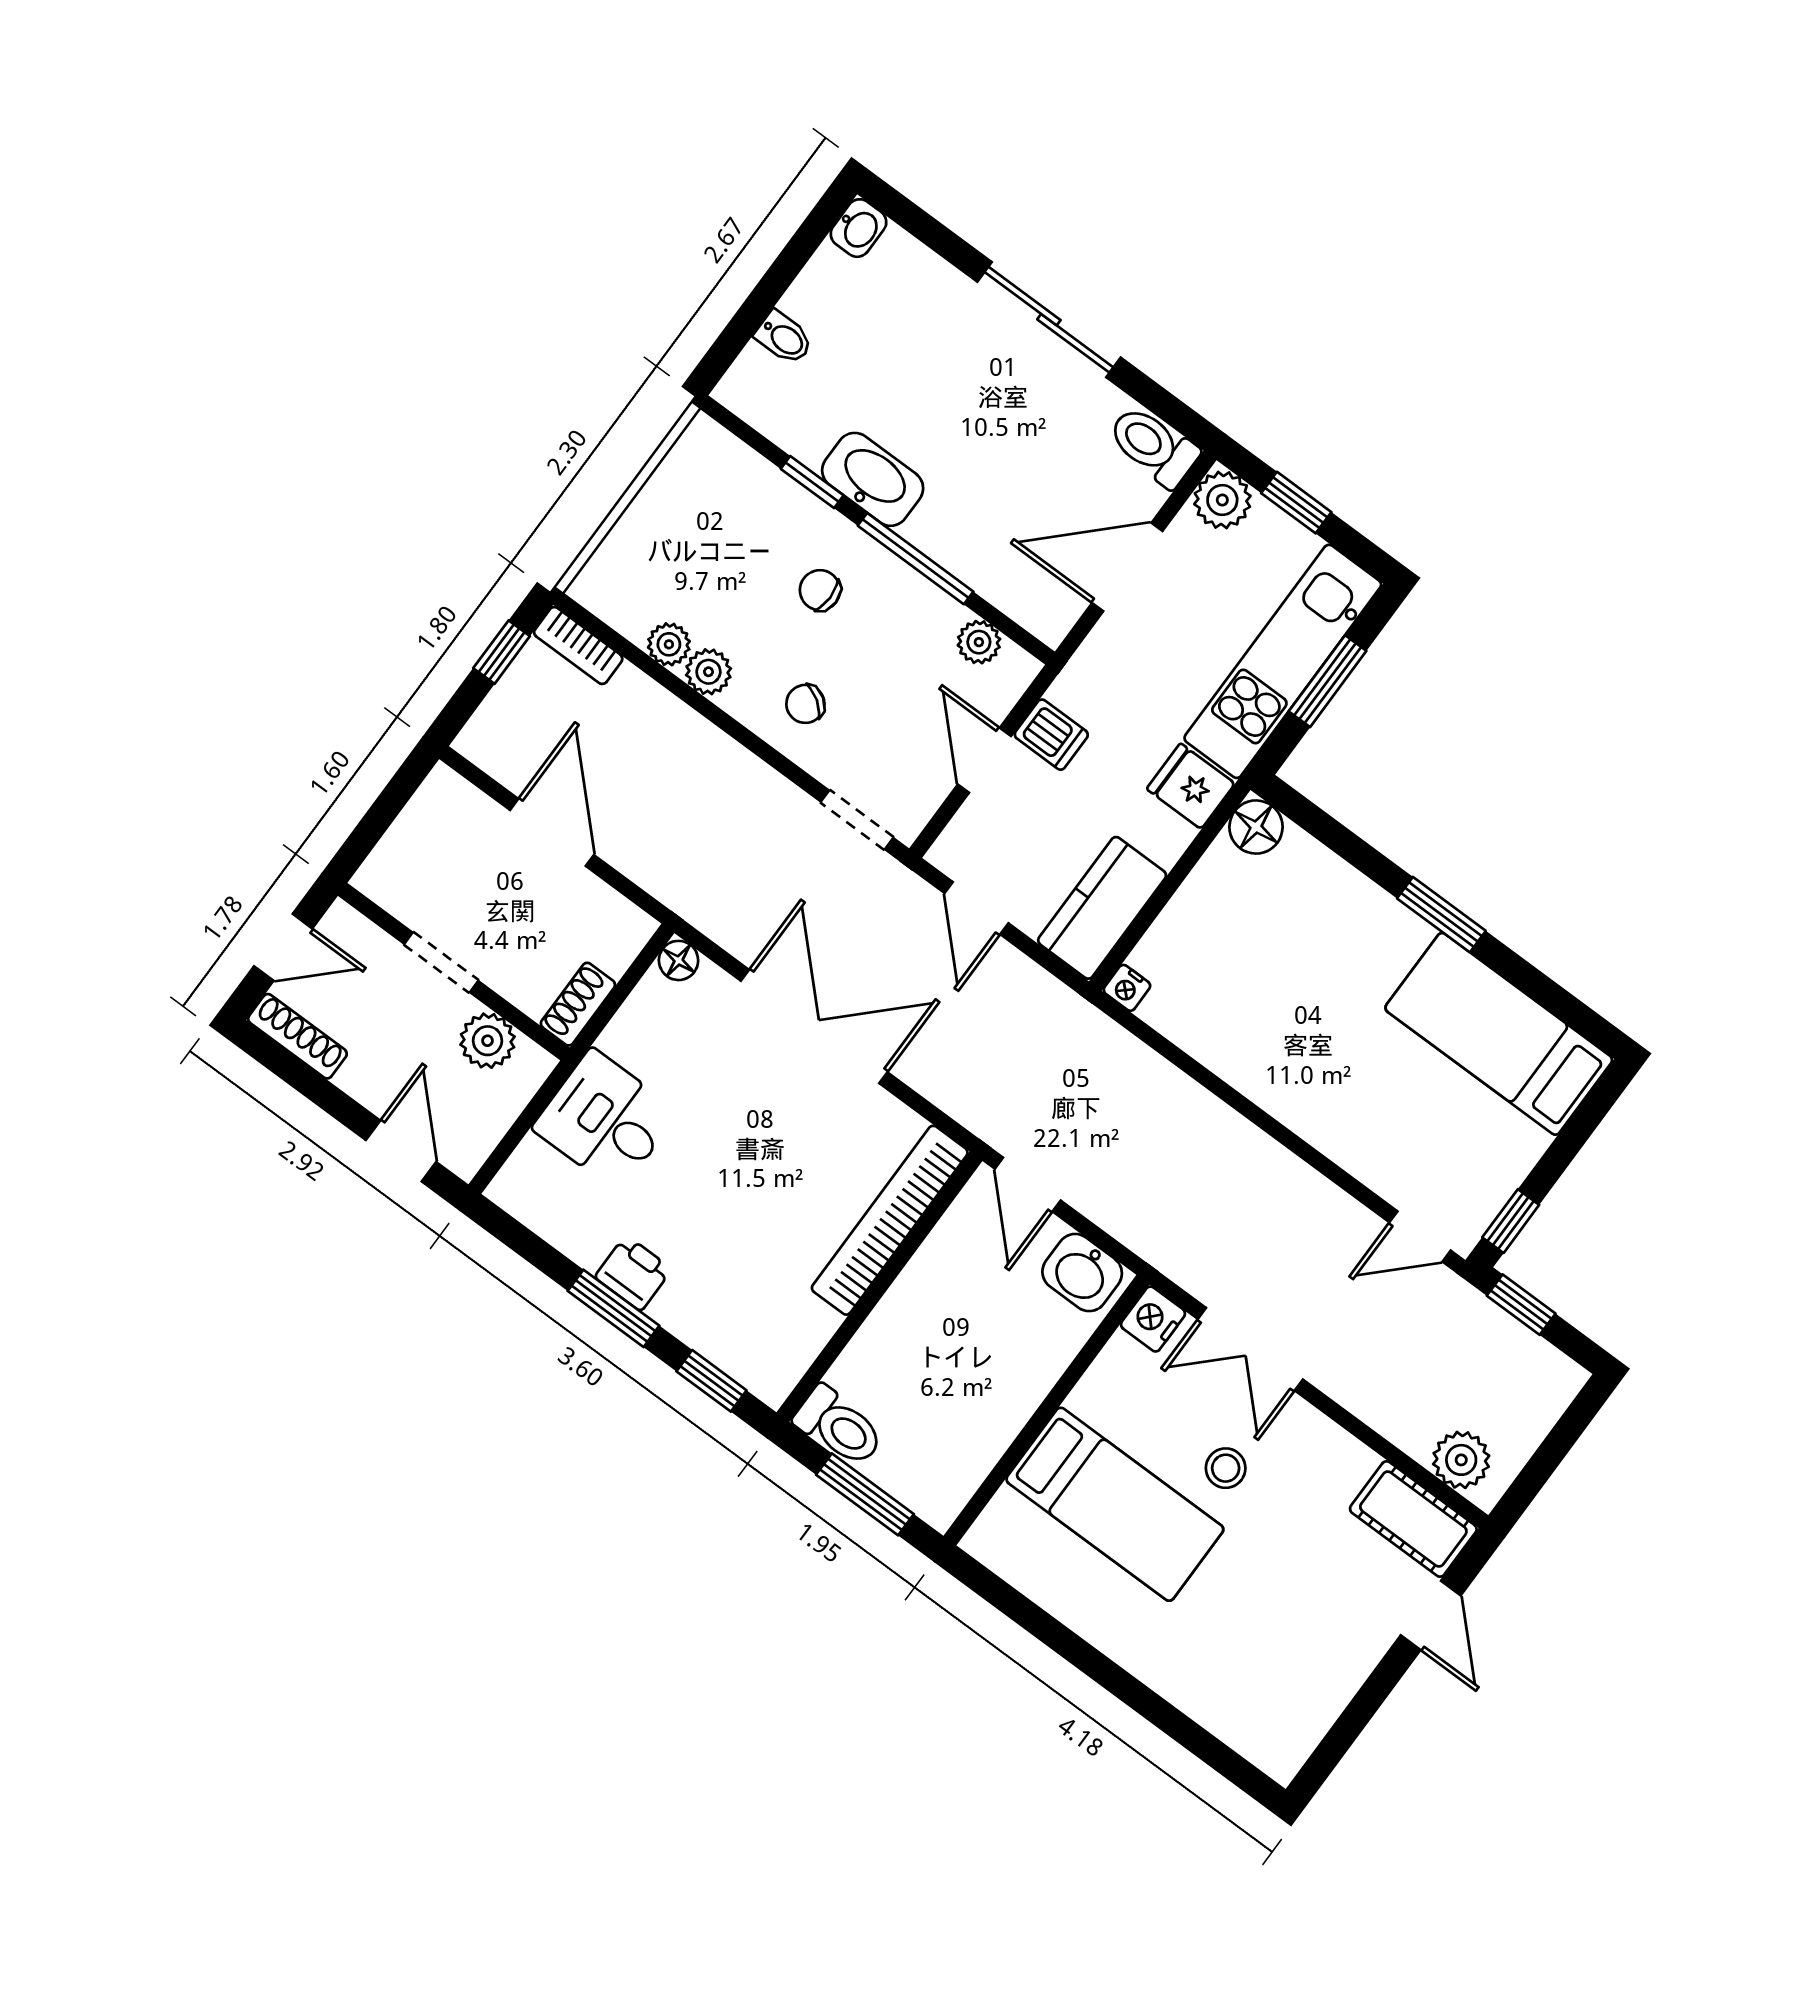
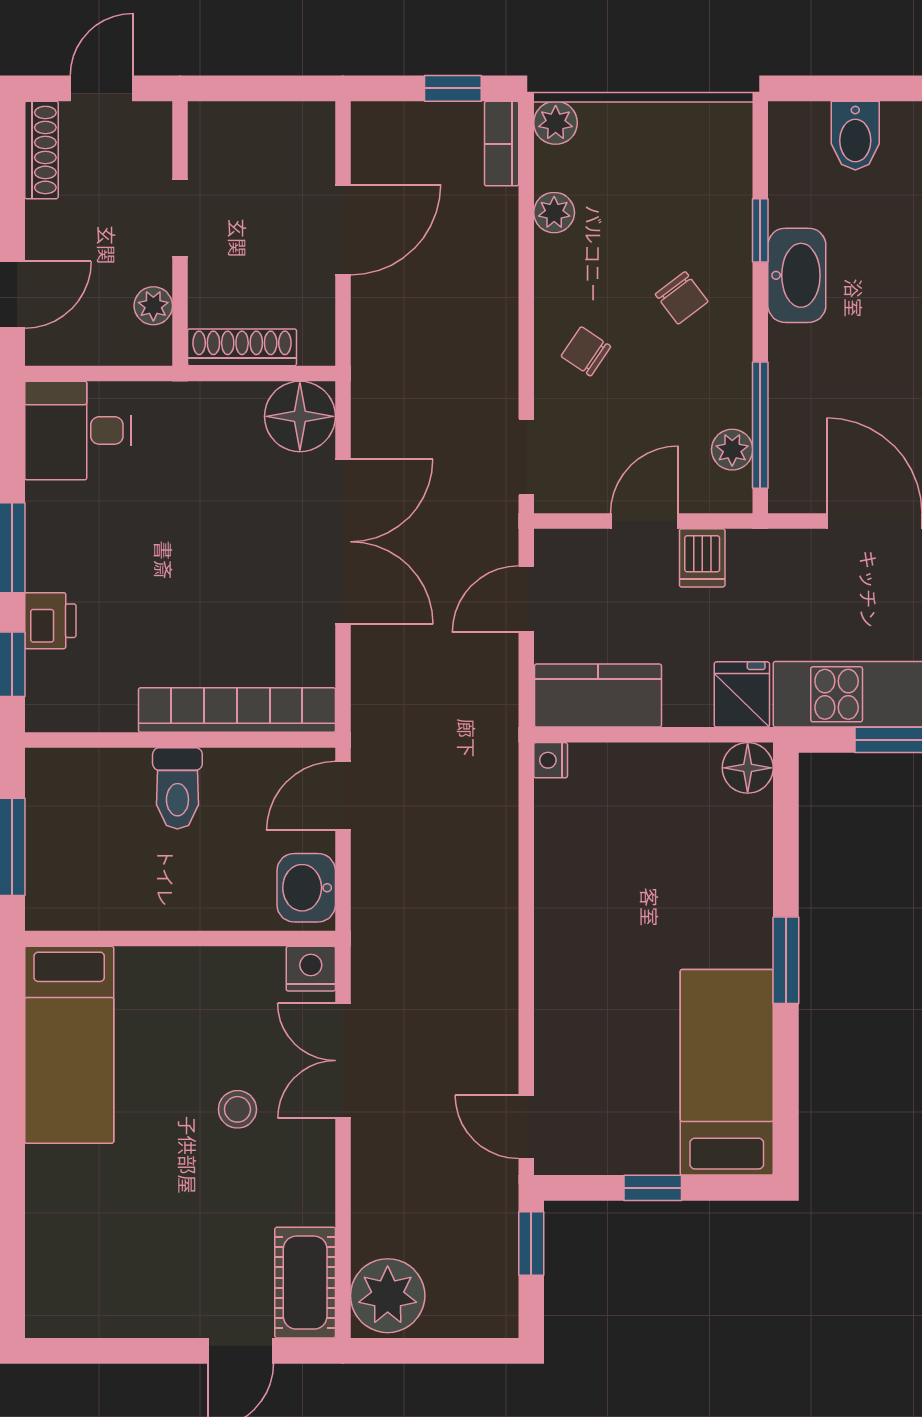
bidet: (784, 338) -> (855, 136), width x1.38, depth x1.36
window: (916, 559) -> (760, 425), moved
chair: (820, 590) -> (682, 298), turned 143
plant: (708, 672) -> (556, 123), moved
door: (283, 947) -> (102, 88), swing flipped
floor lamp: (679, 960) -> (300, 416), width x1.89, depth x1.89
shoe rack: (578, 1004) -> (242, 347), width x1.43
plant: (488, 1041) -> (153, 306), width x0.73, depth x0.73
desk: (605, 1120) -> (78, 430), moved, turned -90
window: (1511, 1221) -> (653, 1188), moved
printer: (633, 1273) -> (50, 621), moved
toilet: (839, 1426) -> (177, 788), moved
plant: (1461, 1460) -> (388, 1296), width x1.36, depth x1.36
bed: (1115, 1504) -> (69, 1045), moved

